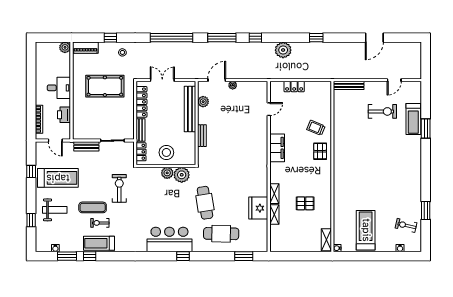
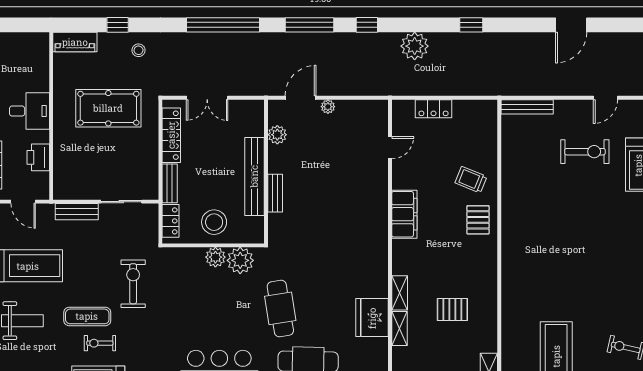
plant: (65, 47) -> (40, 42), removed
double door: (162, 80) -> (207, 98), swing flipped
bench: (190, 109) -> (254, 176), moved

